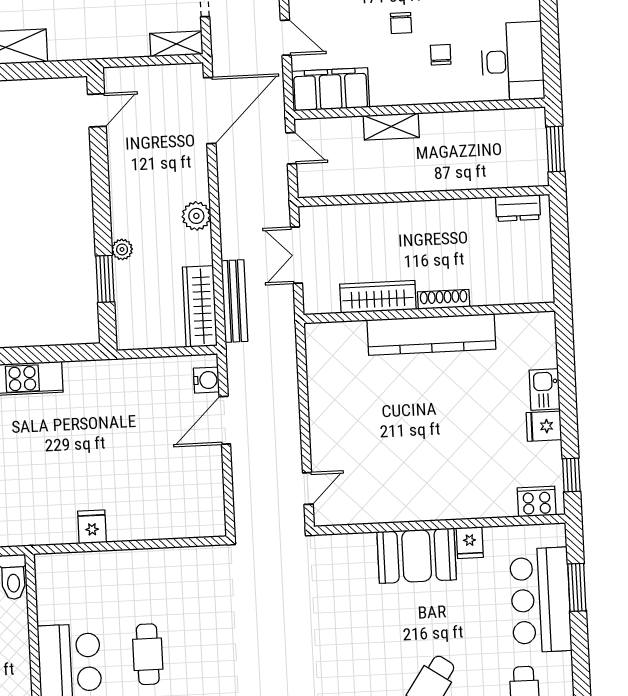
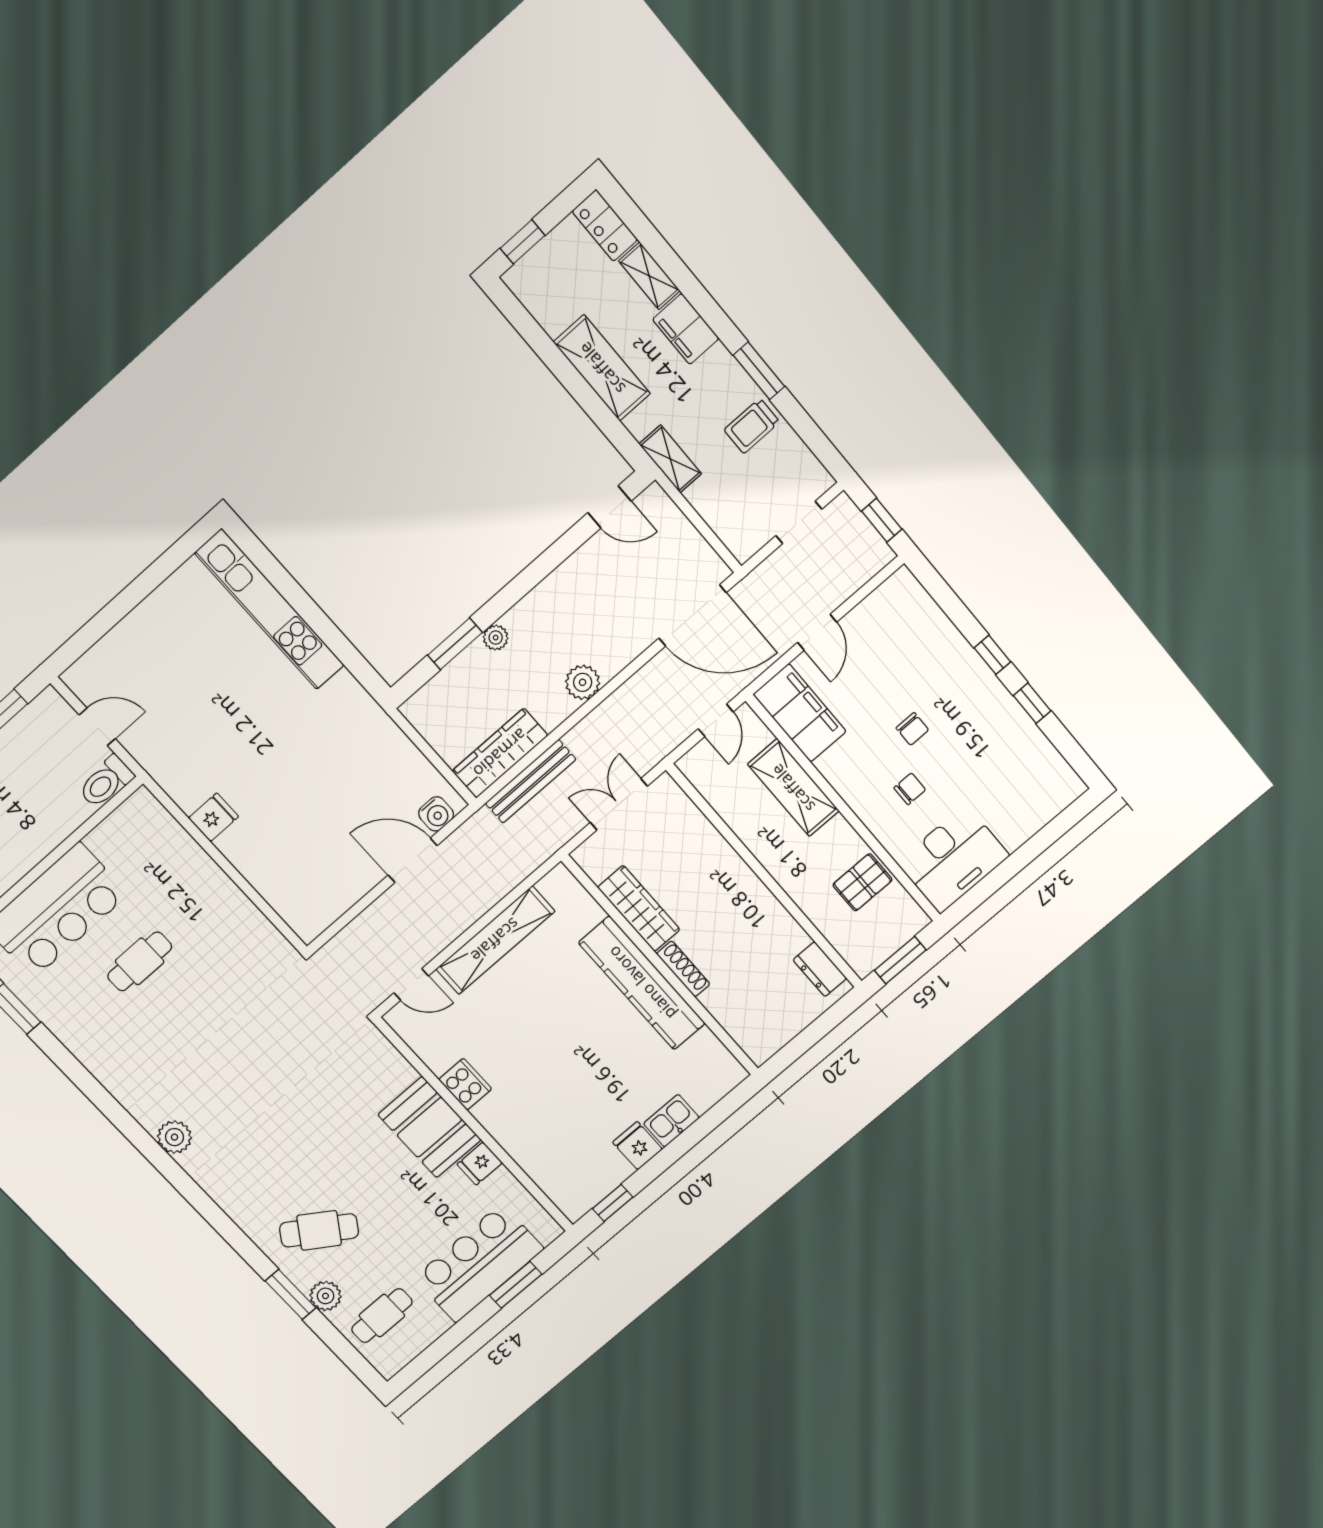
chair: (401, 23) -> (912, 729), turned -90
shelving: (176, 44) -> (670, 459), moved
shelving: (391, 127) -> (793, 788), width x1.50, depth x1.33
pallet: (480, 134) -> (862, 882), added
shelving: (323, 409) -> (495, 940), added
cooker: (537, 501) -> (465, 1084), moved

